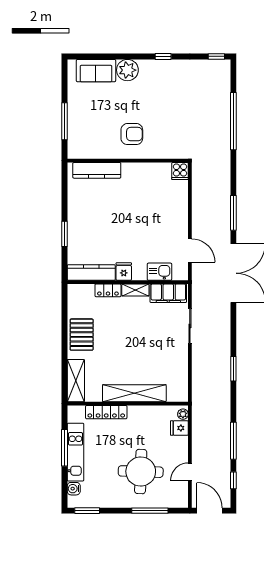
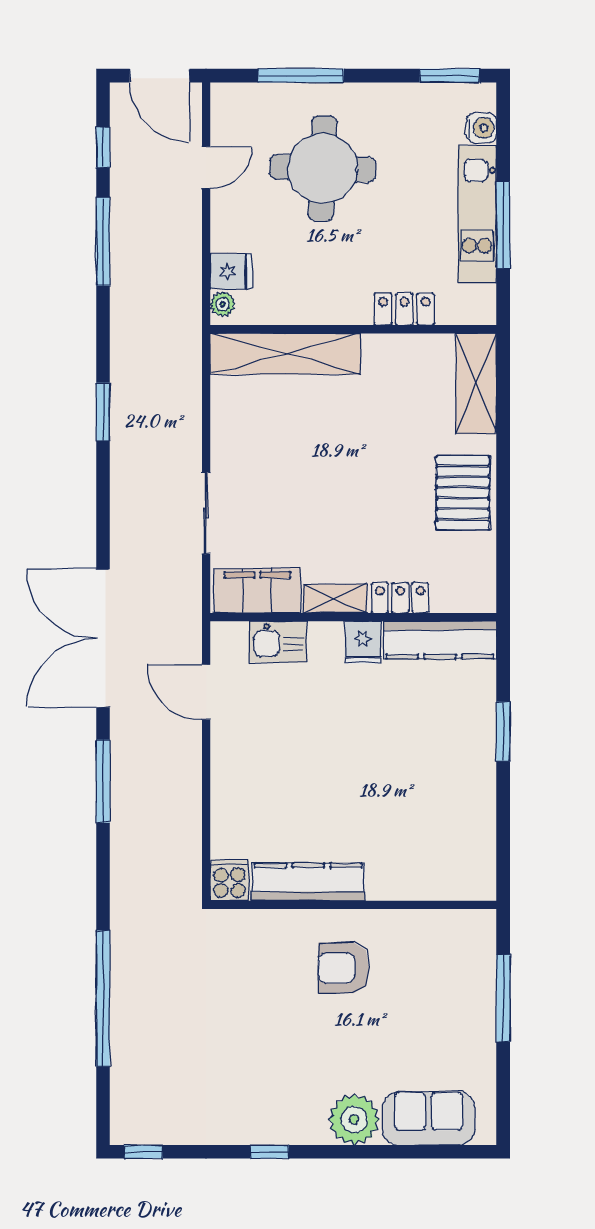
kitchen counter: (97, 170) -> (308, 882), moved
shelving: (134, 393) -> (285, 354), moved
locker: (106, 412) -> (404, 309), width x0.66

